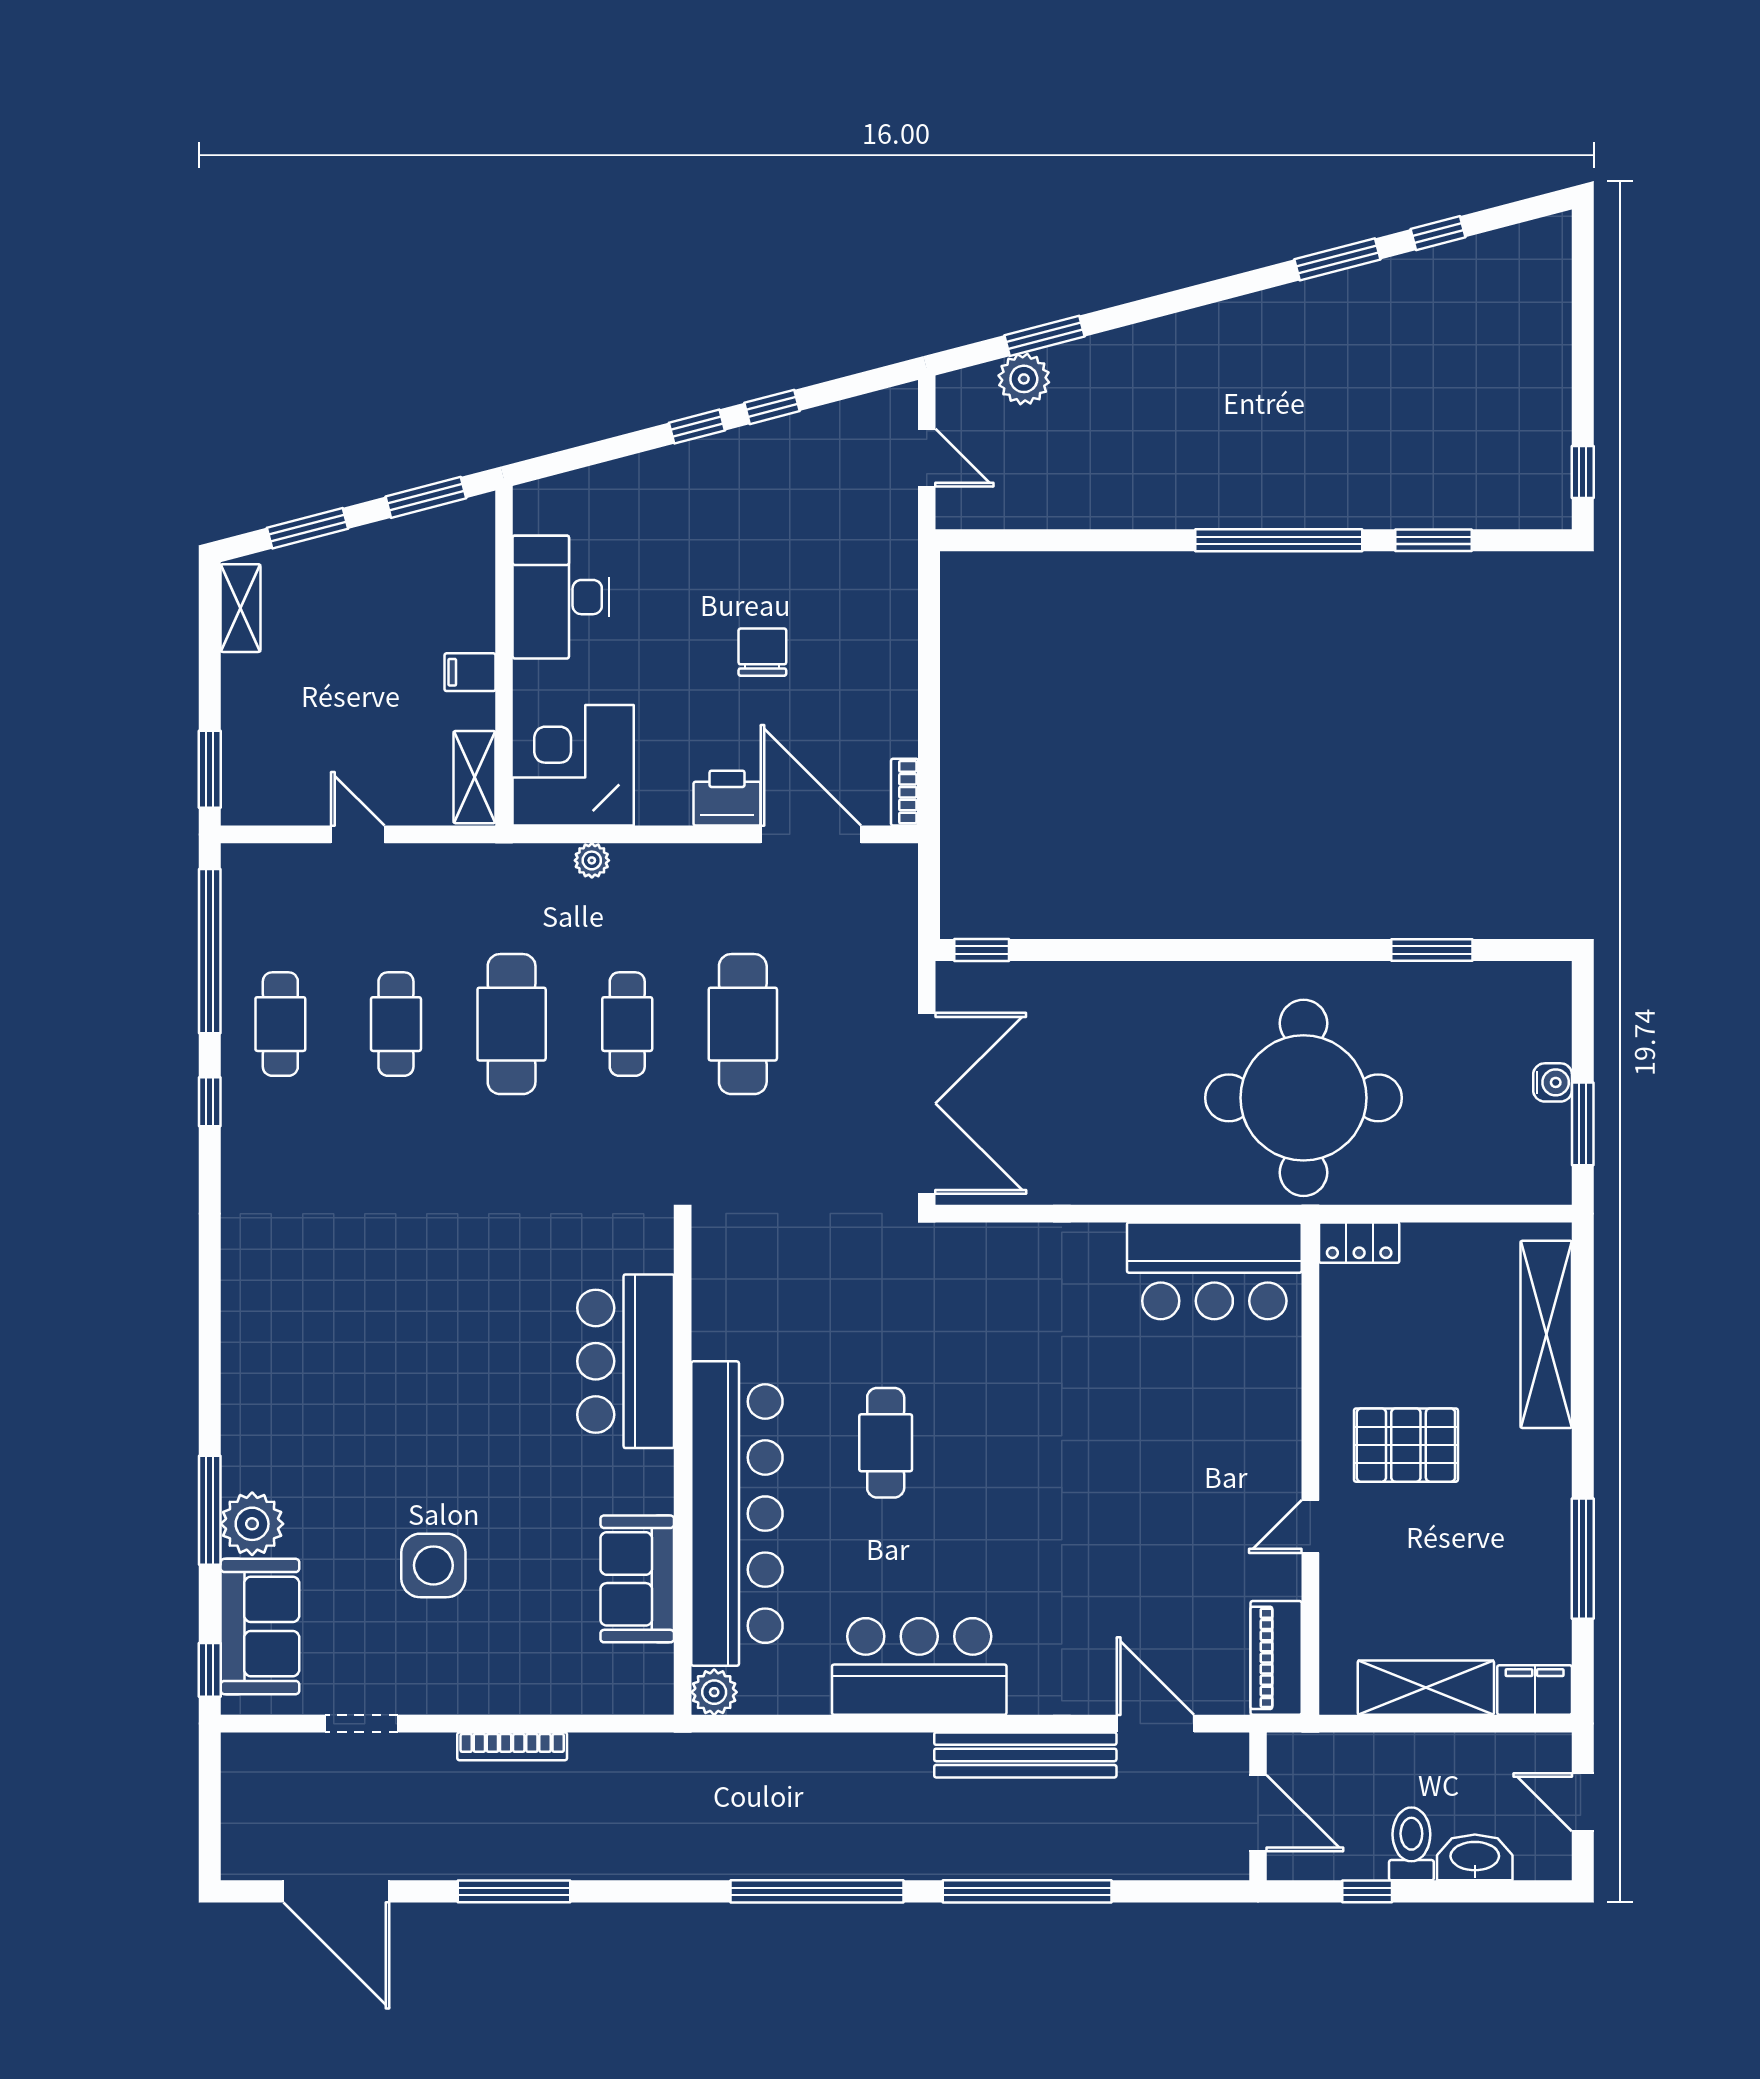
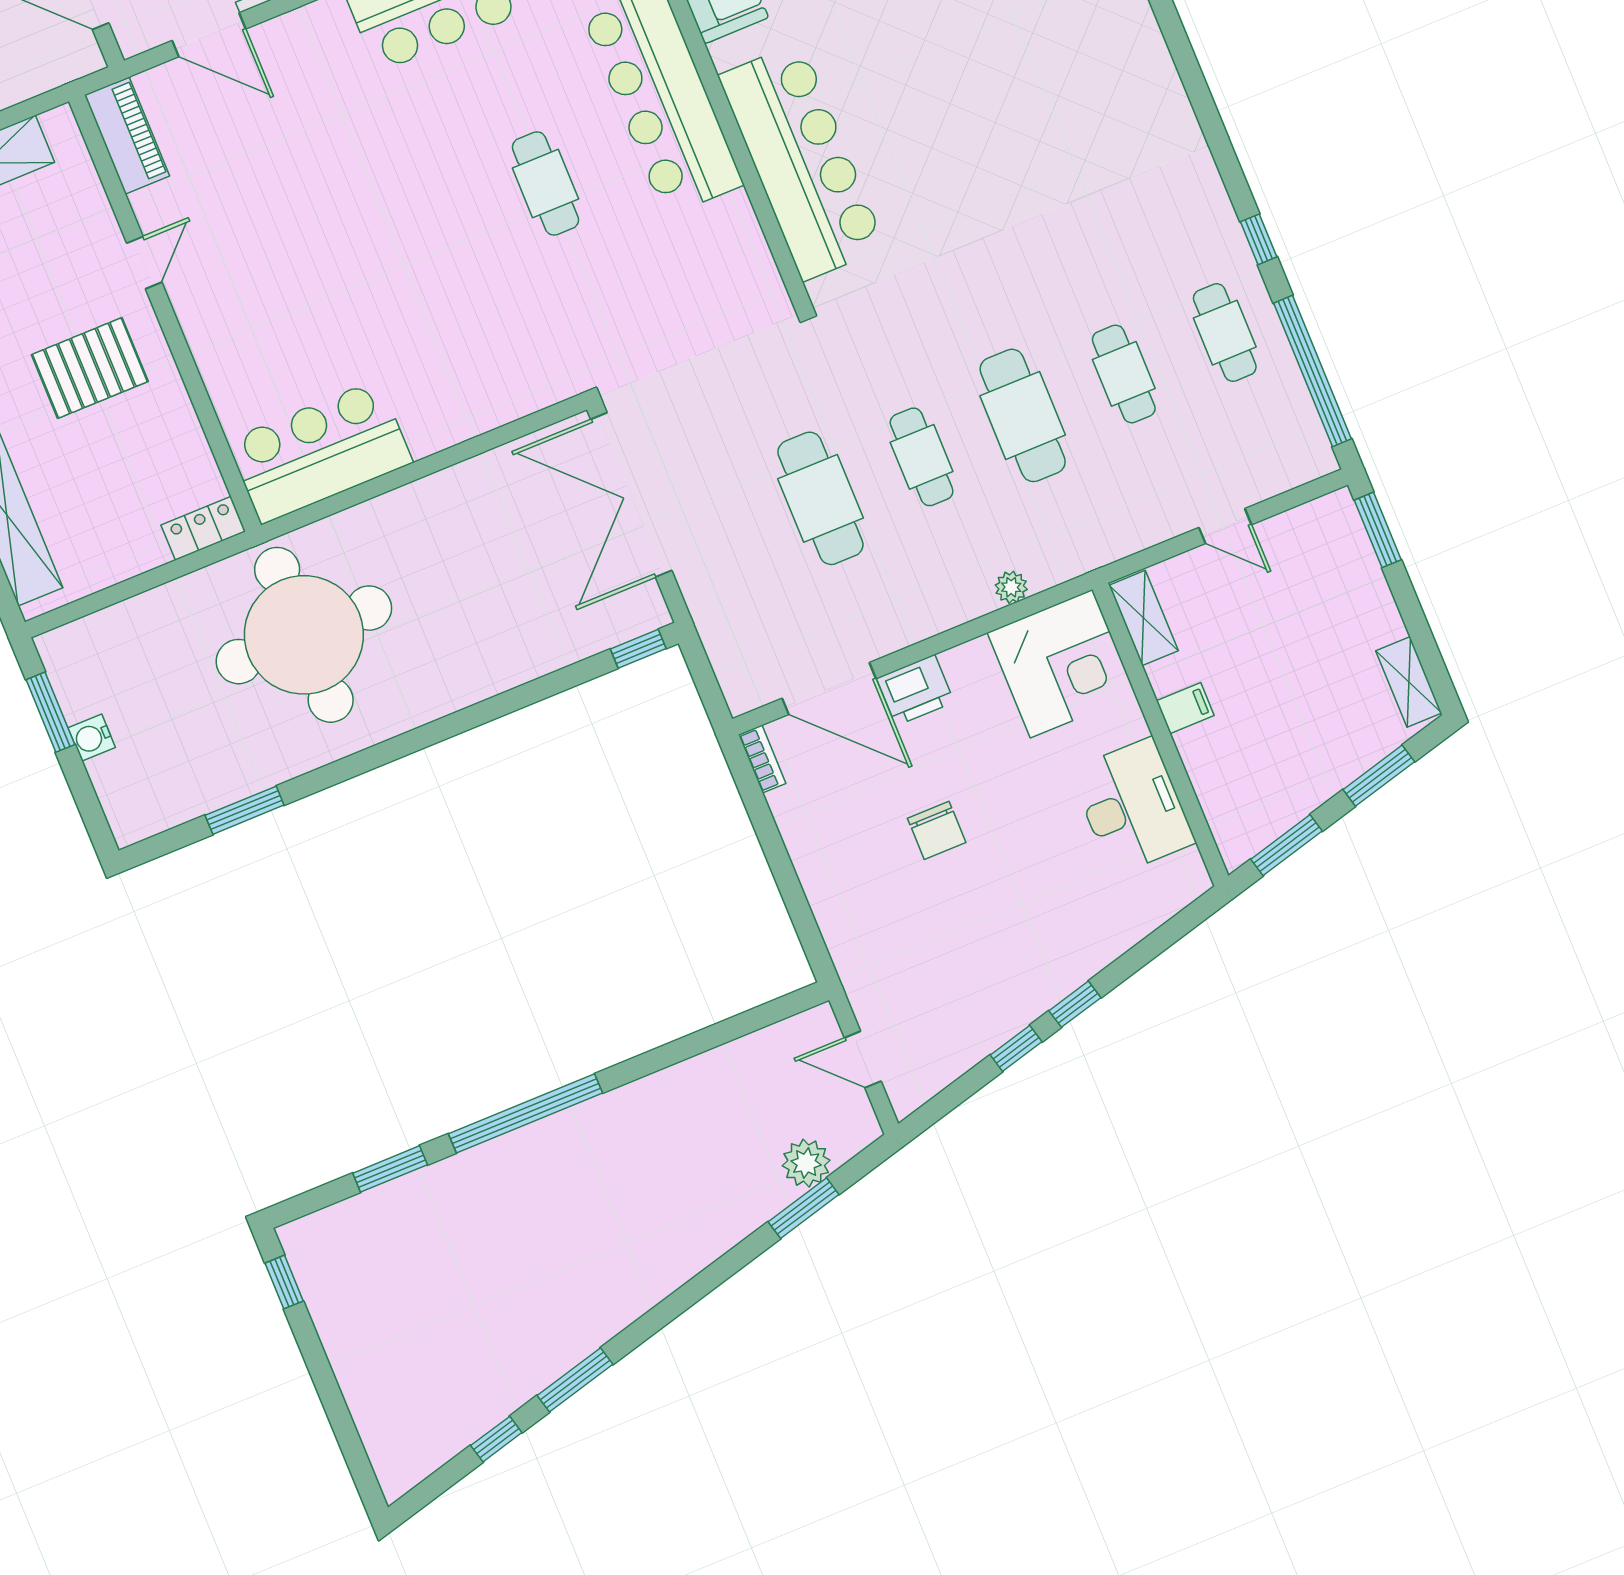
bar counter: (626, 1361) -> (802, 162), width x1.36

